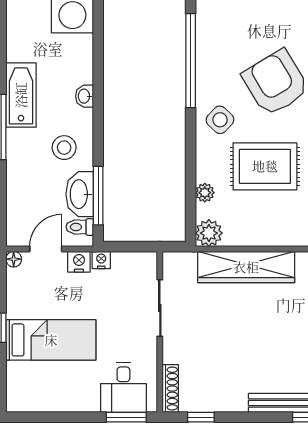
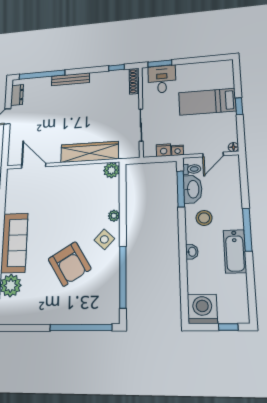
rug: (265, 166) -> (77, 212), removed
plant: (205, 193) -> (114, 216), moved
nightstand: (79, 262) -> (164, 150), moved

